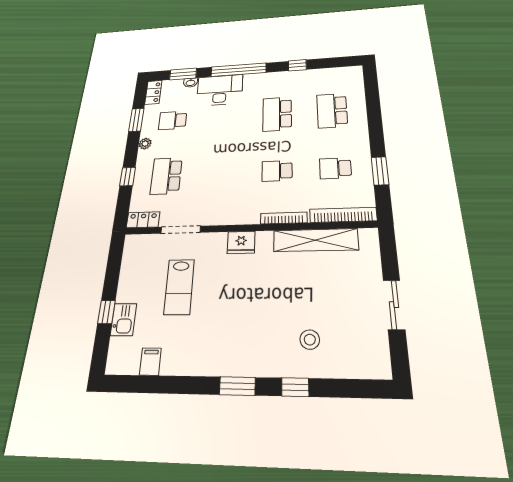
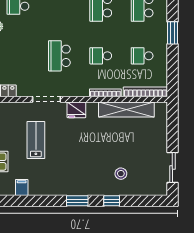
window: (380, 171) -> (172, 33), moved
school desk: (166, 176) -> (59, 56), moved
doorway: (181, 230) -> (46, 99), moved
lab bench: (179, 287) -> (36, 140), turned 180
sliding door: (394, 305) -> (172, 167), moved

